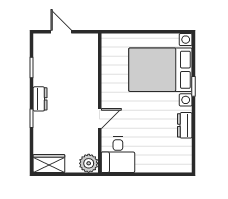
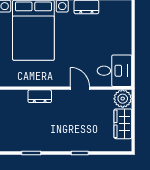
dresser: (40, 99) -> (40, 96), moved, turned 180
wardrobe: (49, 164) -> (123, 124), moved

